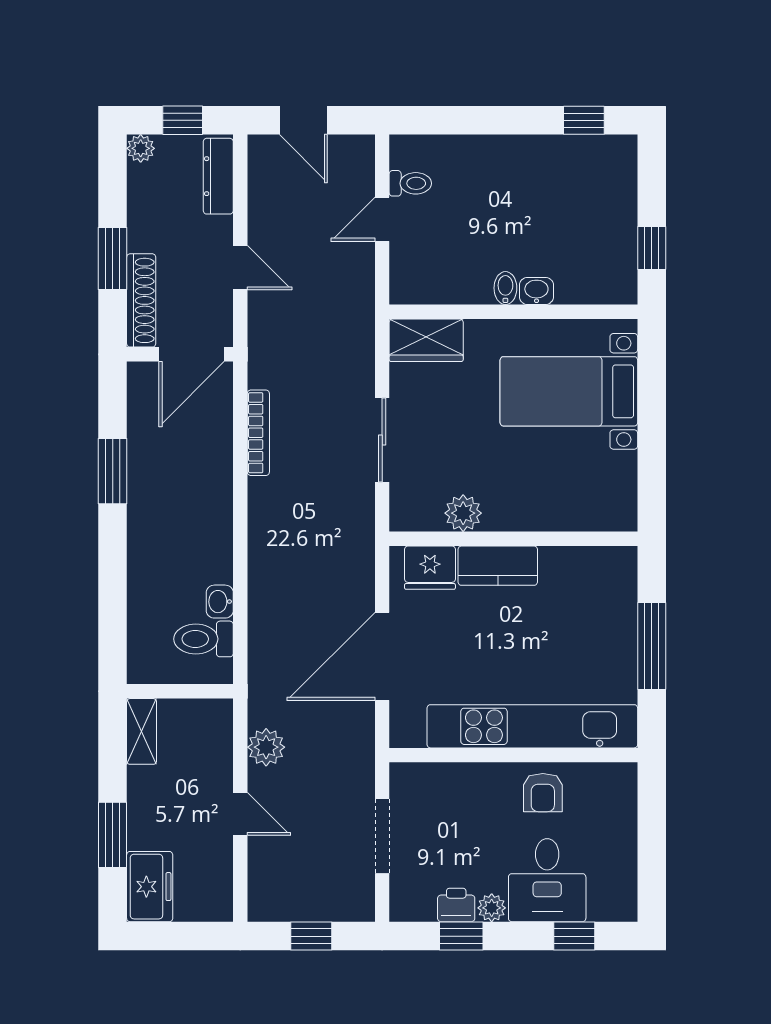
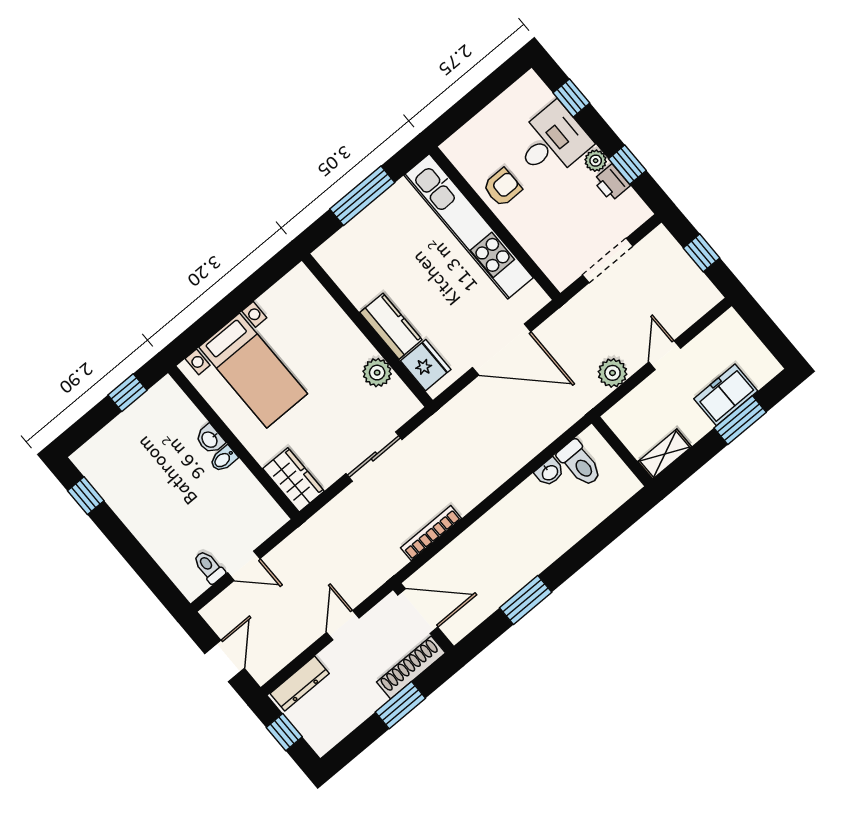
plant: (141, 148) -> (322, 743), removed
freezer: (150, 887) -> (726, 395), moved

